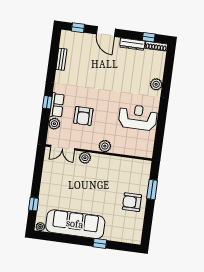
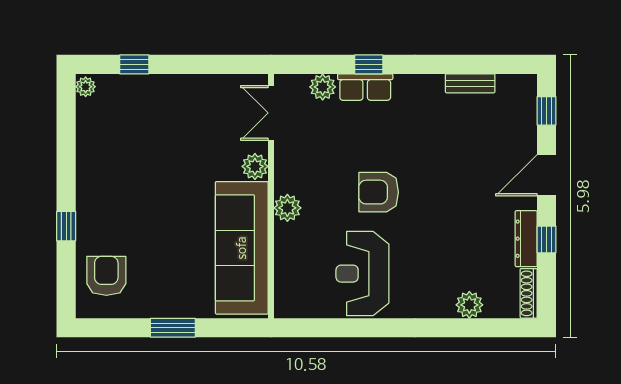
window: (149, 37) -> (547, 239), moved
plant: (156, 84) -> (469, 305), moved
armchair: (83, 116) -> (379, 192), moved
reception desk: (138, 117) -> (362, 274), turned 180
window: (152, 190) -> (173, 328), moved
armchair: (132, 202) -> (106, 276), moved
sofa: (75, 224) -> (242, 248), moved, turned 180

